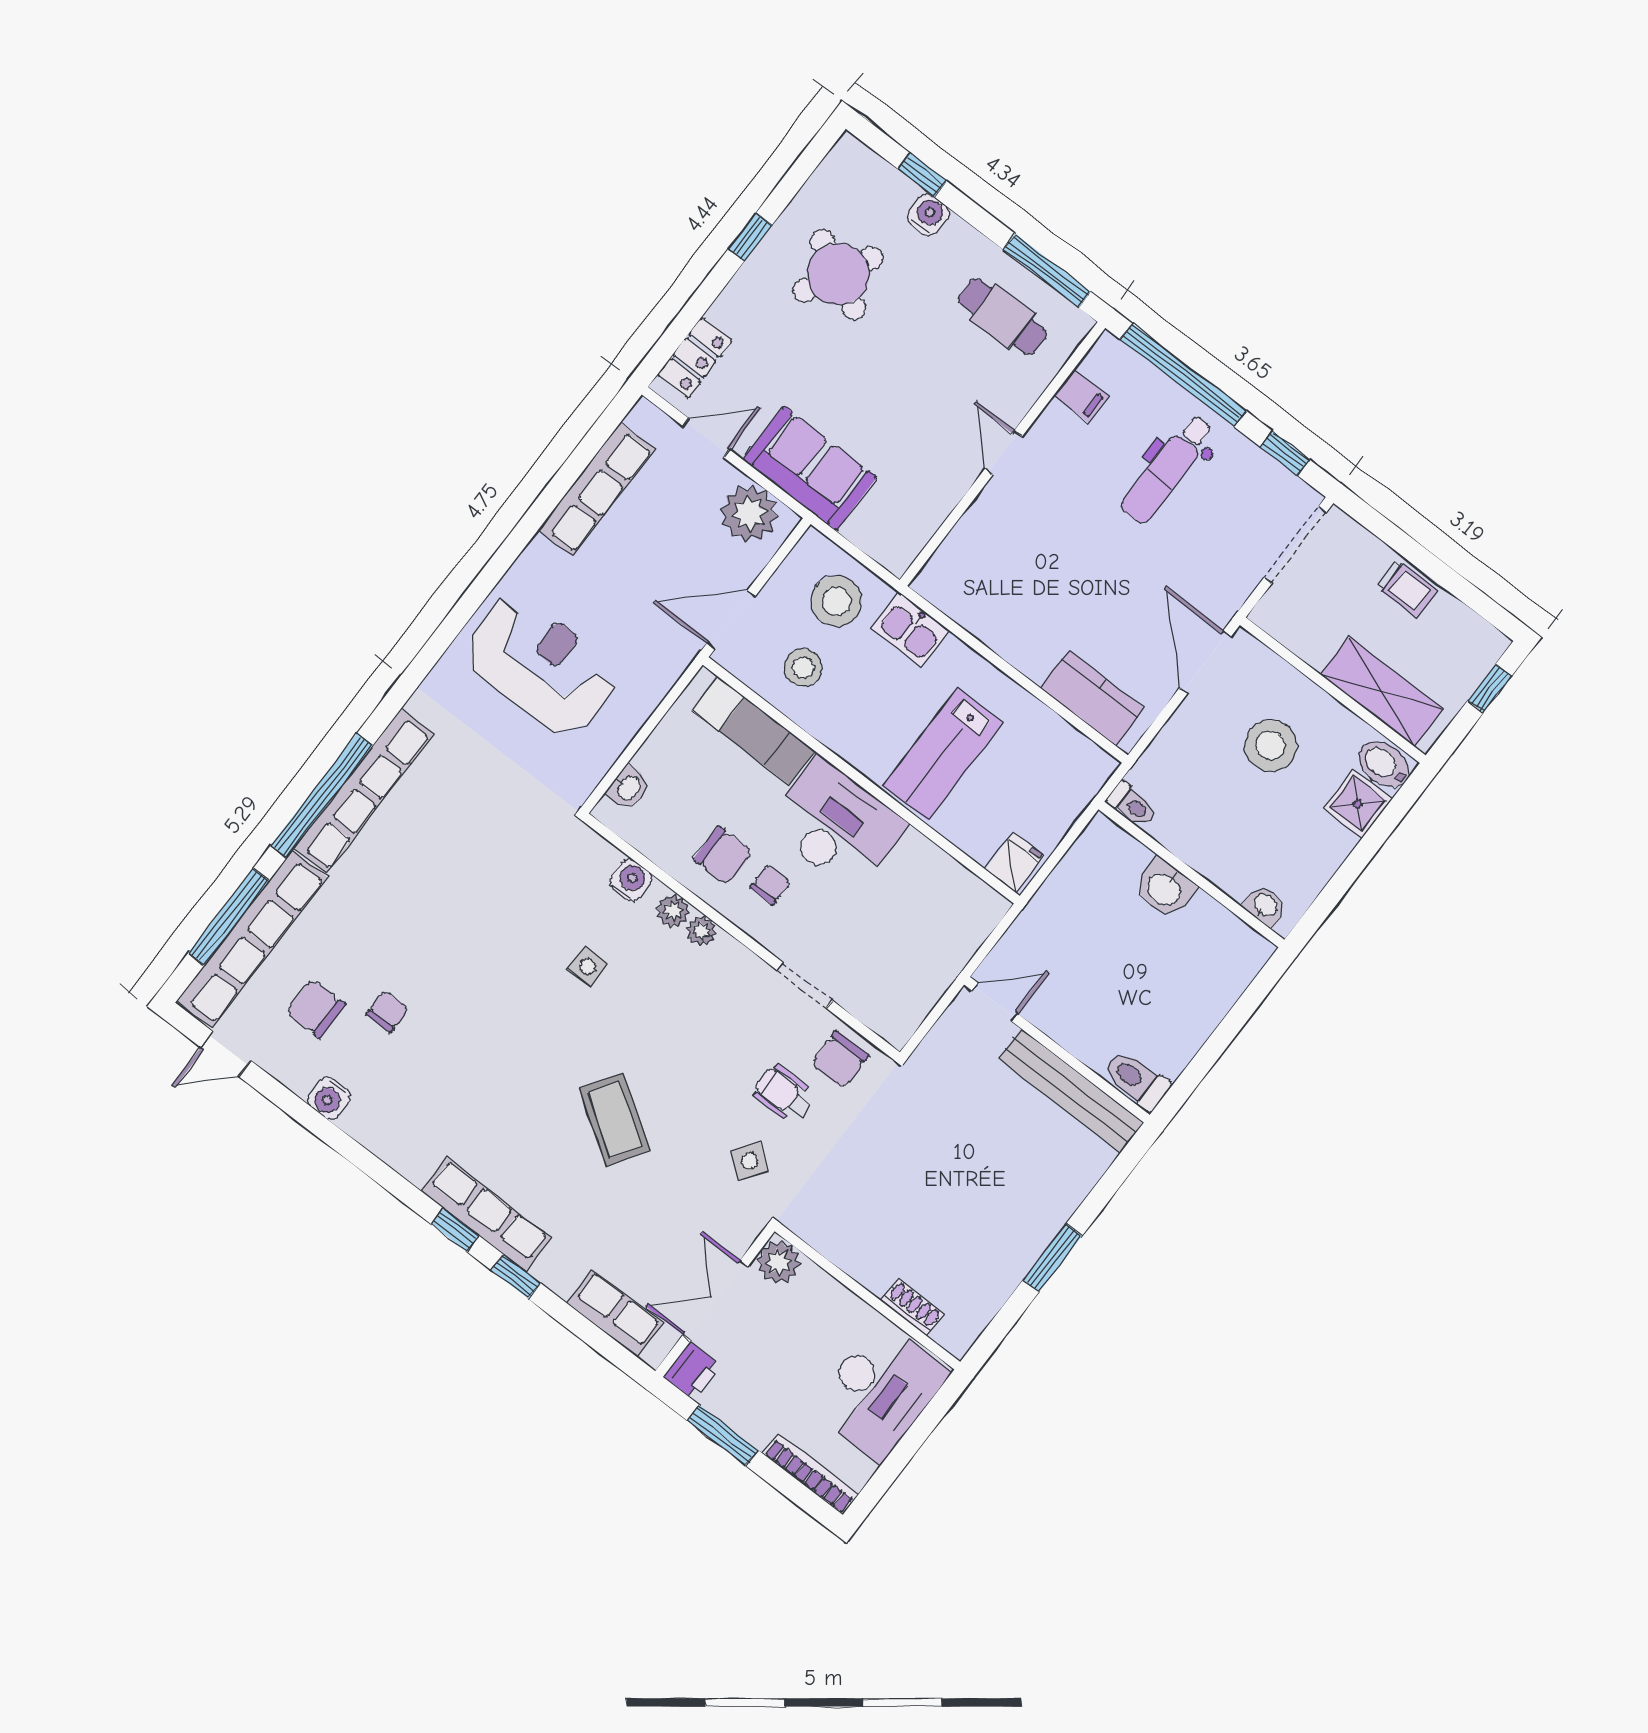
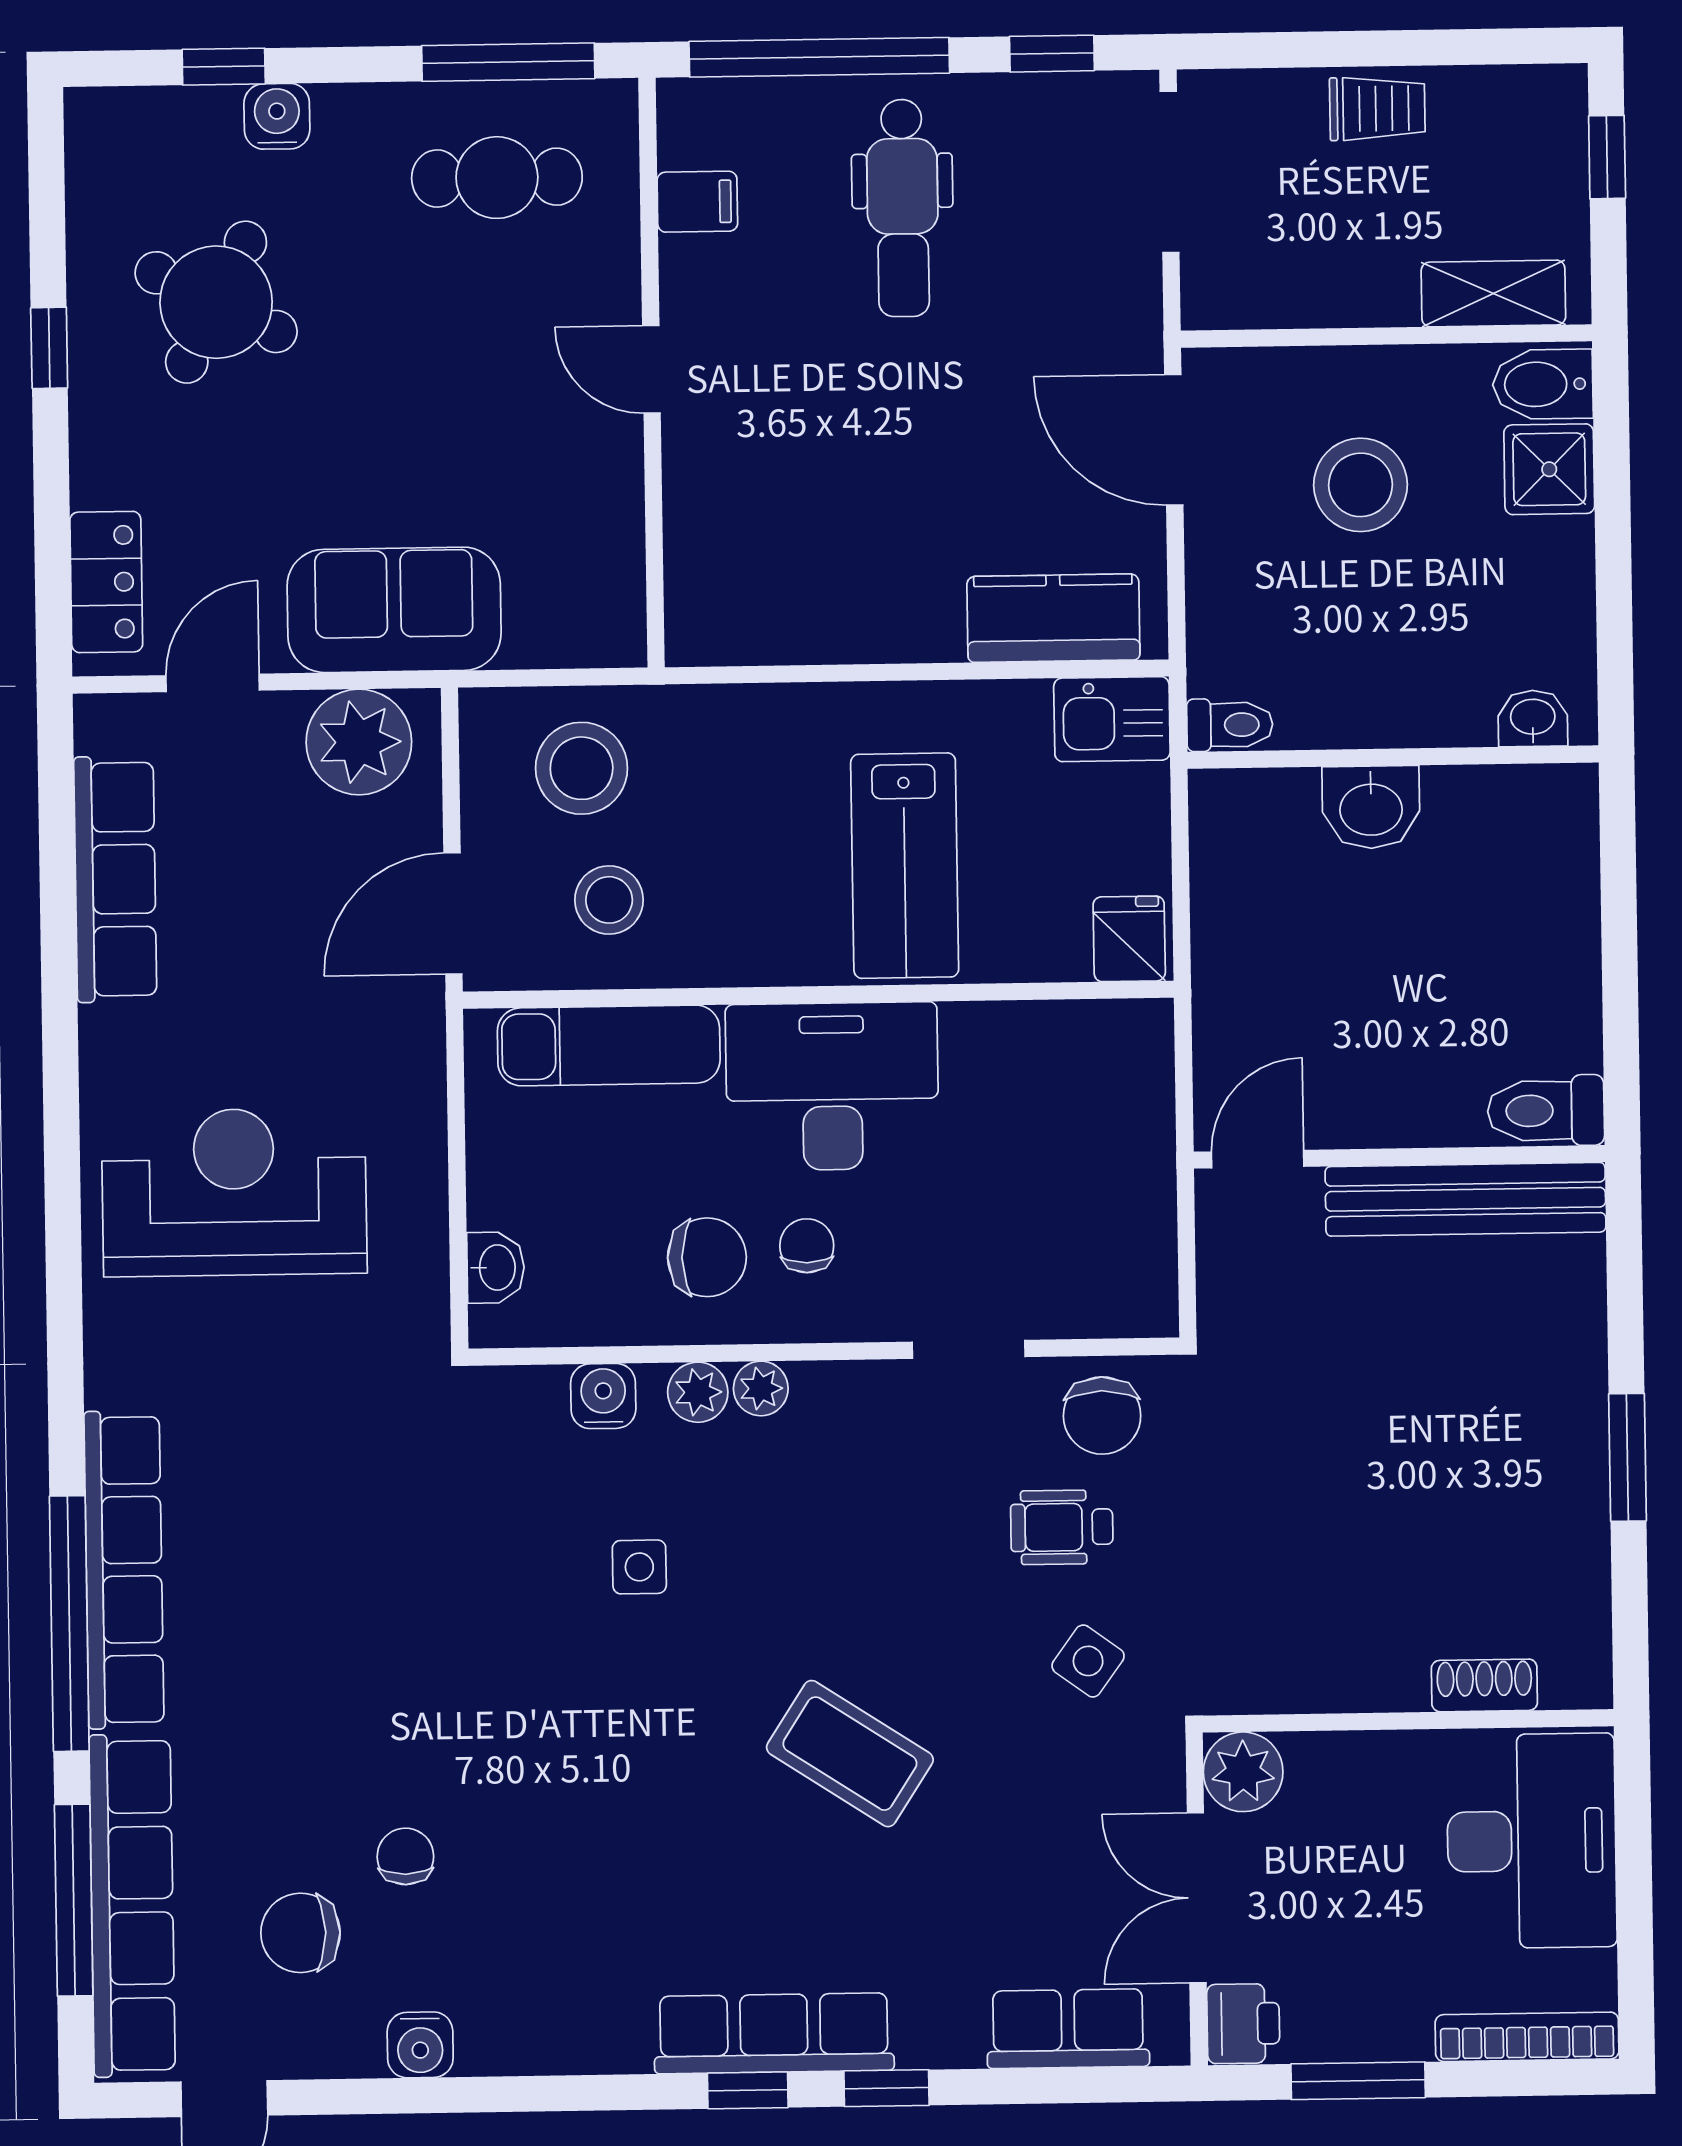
kitchen sink: (911, 630) -> (1112, 719), moved
shelving: (1382, 692) -> (1493, 293), width x0.67, depth x0.75

